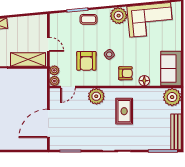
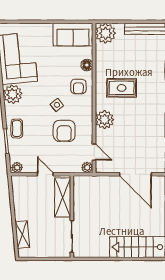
door: (48, 44) -> (45, 174), hinge flipped
armchair: (86, 61) -> (64, 131), turned 90
plant: (54, 70) -> (17, 167), moved
armchair: (125, 73) -> (78, 86), turned 180

